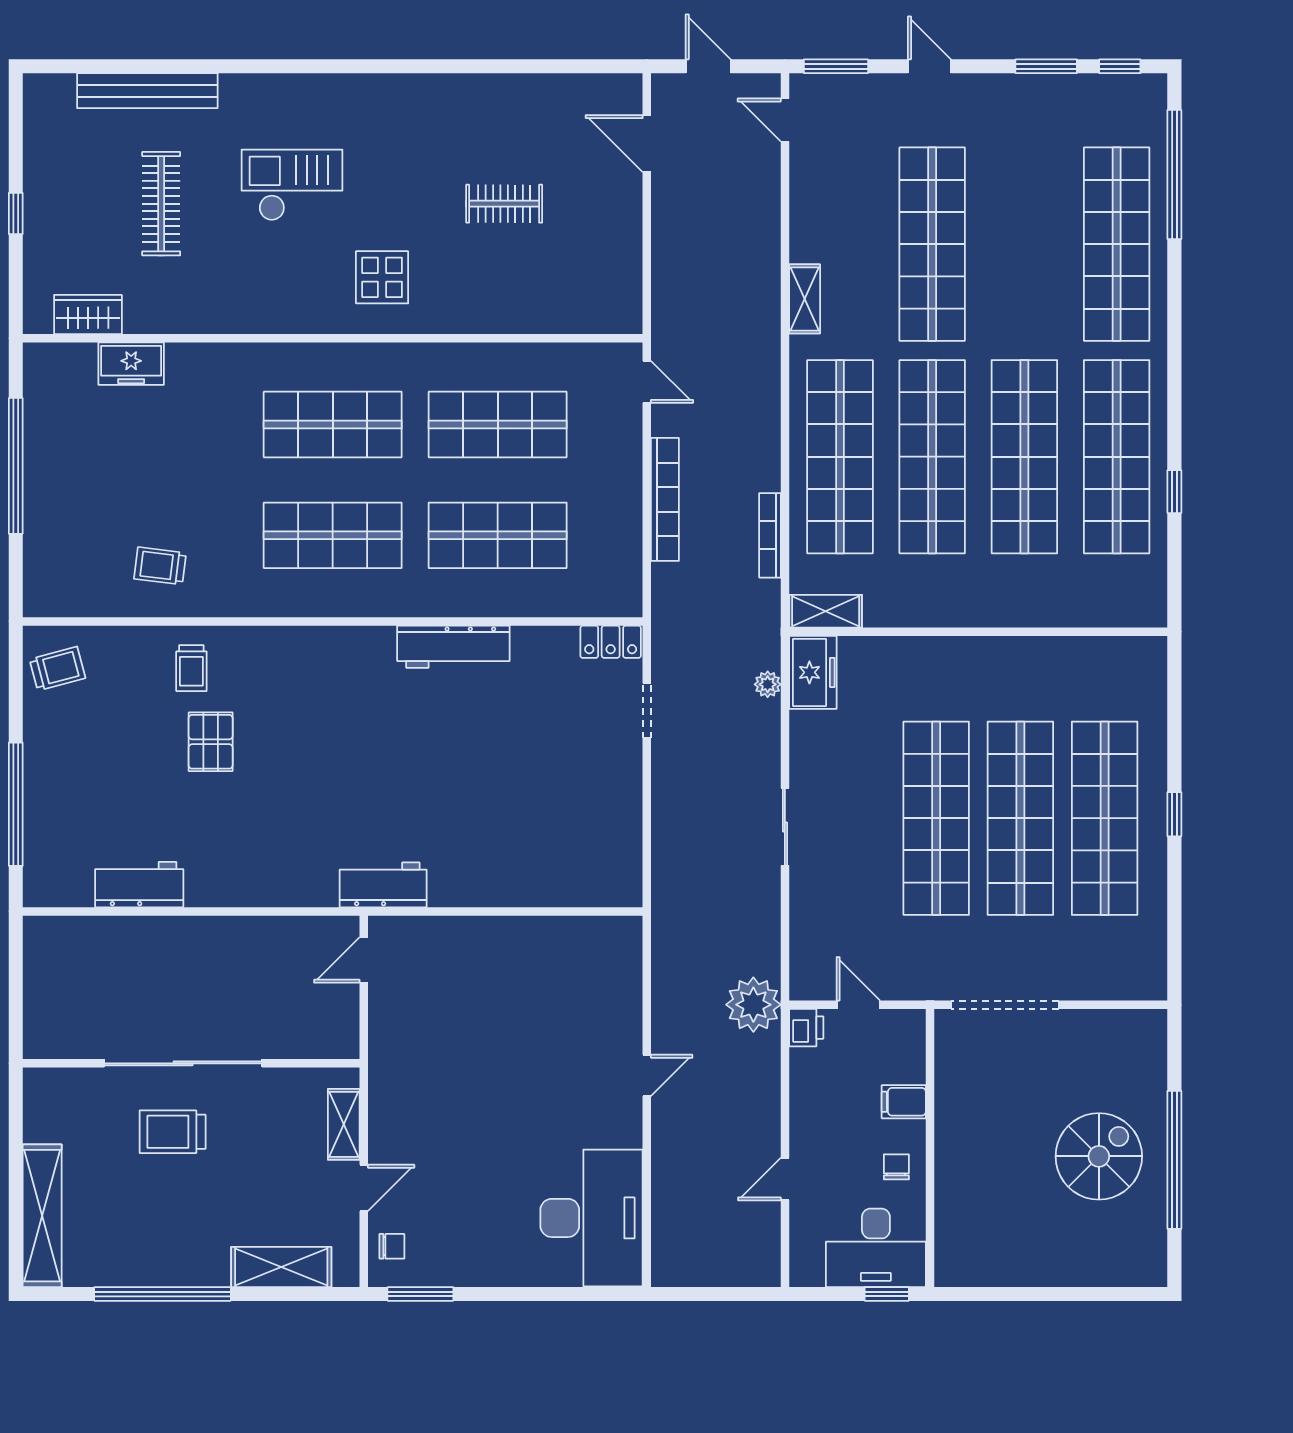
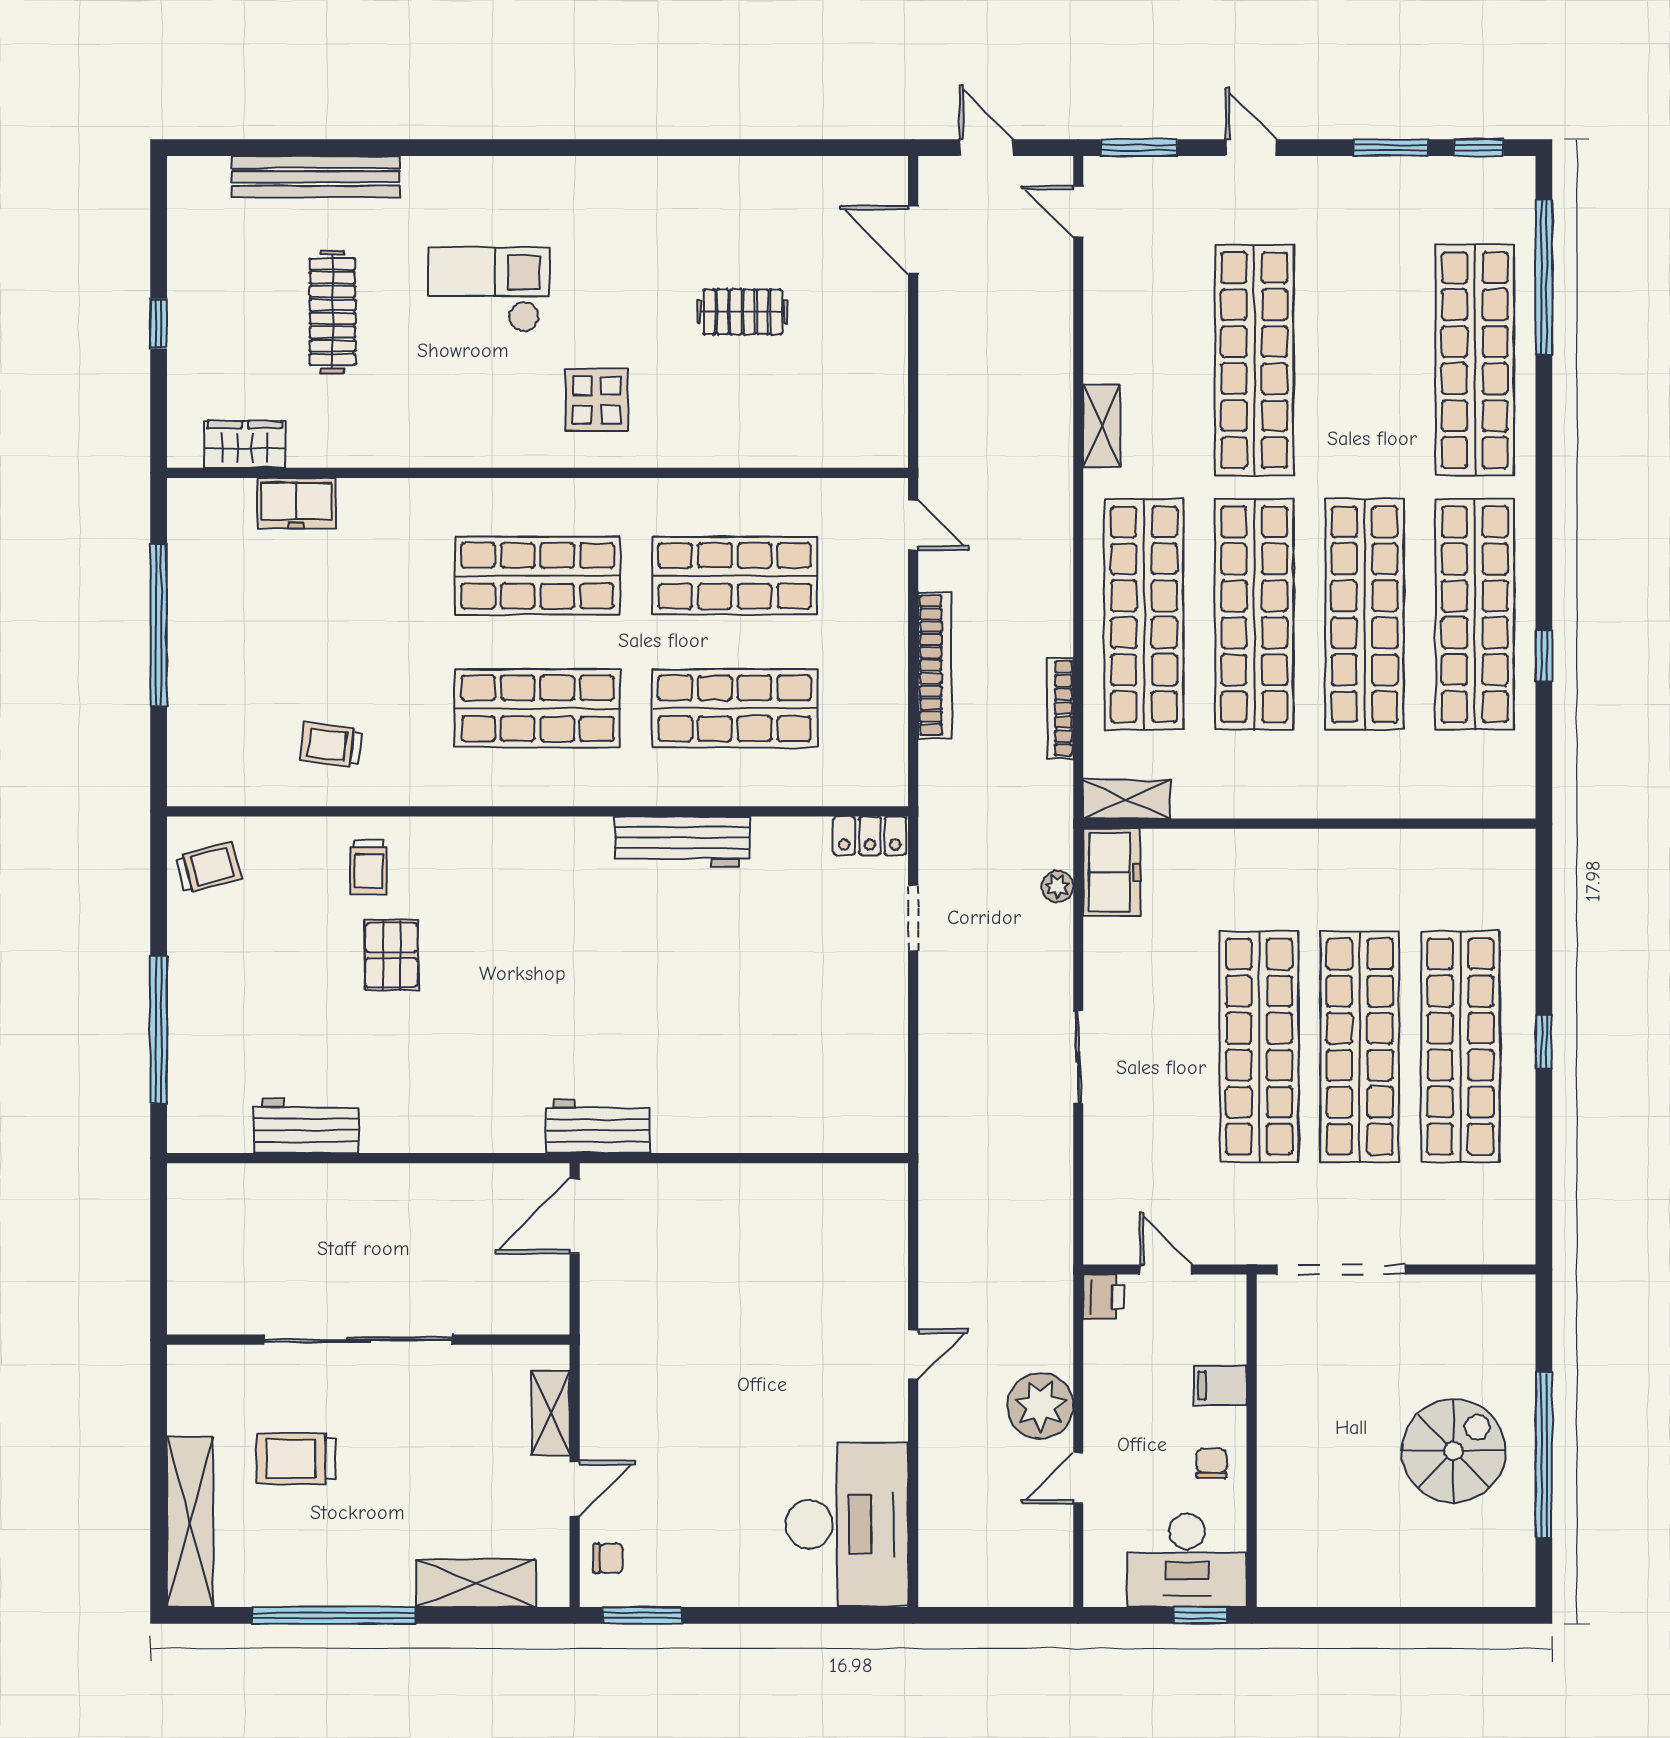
door: (364, 960) -> (575, 1216), width x1.37
plant: (753, 1005) -> (1040, 1406), moved
trolley: (173, 1132) -> (297, 1459), moved

